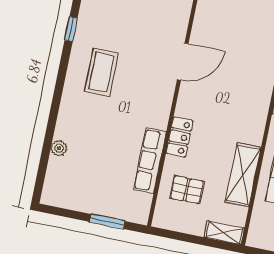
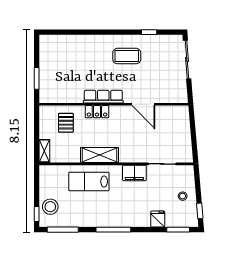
plant: (59, 148) -> (75, 40), removed
row of seats: (150, 161) -> (103, 97), moved
shelving: (243, 175) -> (100, 155), moved

